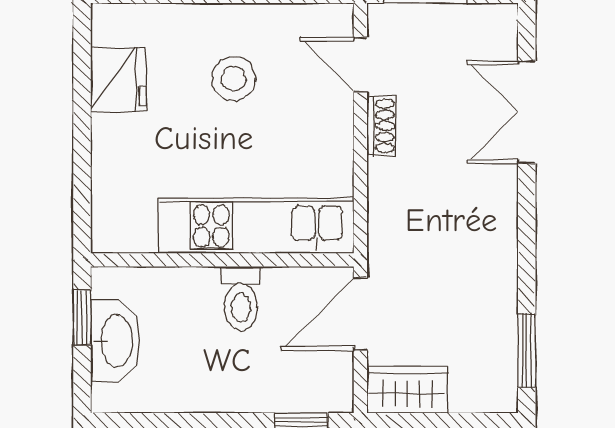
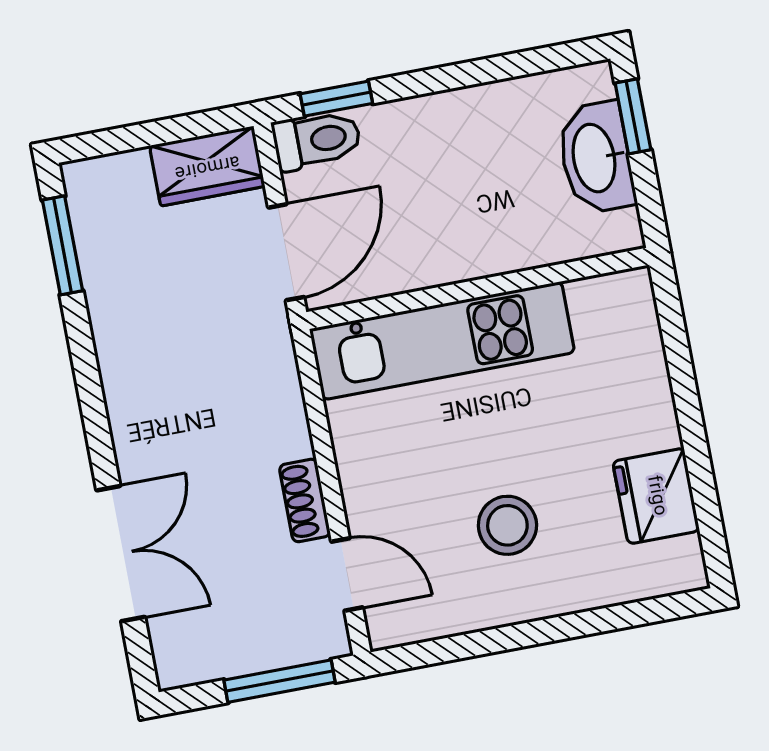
toilet: (241, 299) -> (317, 140), moved, turned 90
window: (82, 318) -> (633, 116), moved

